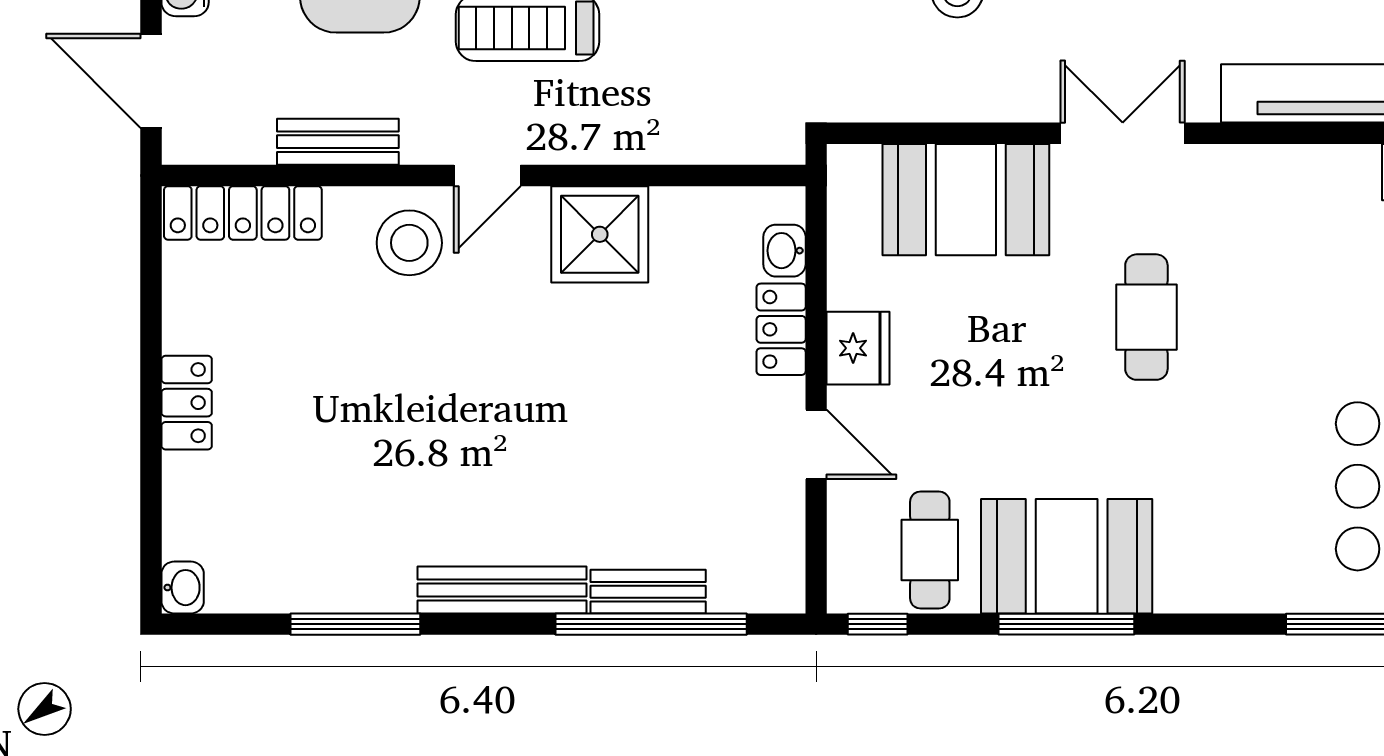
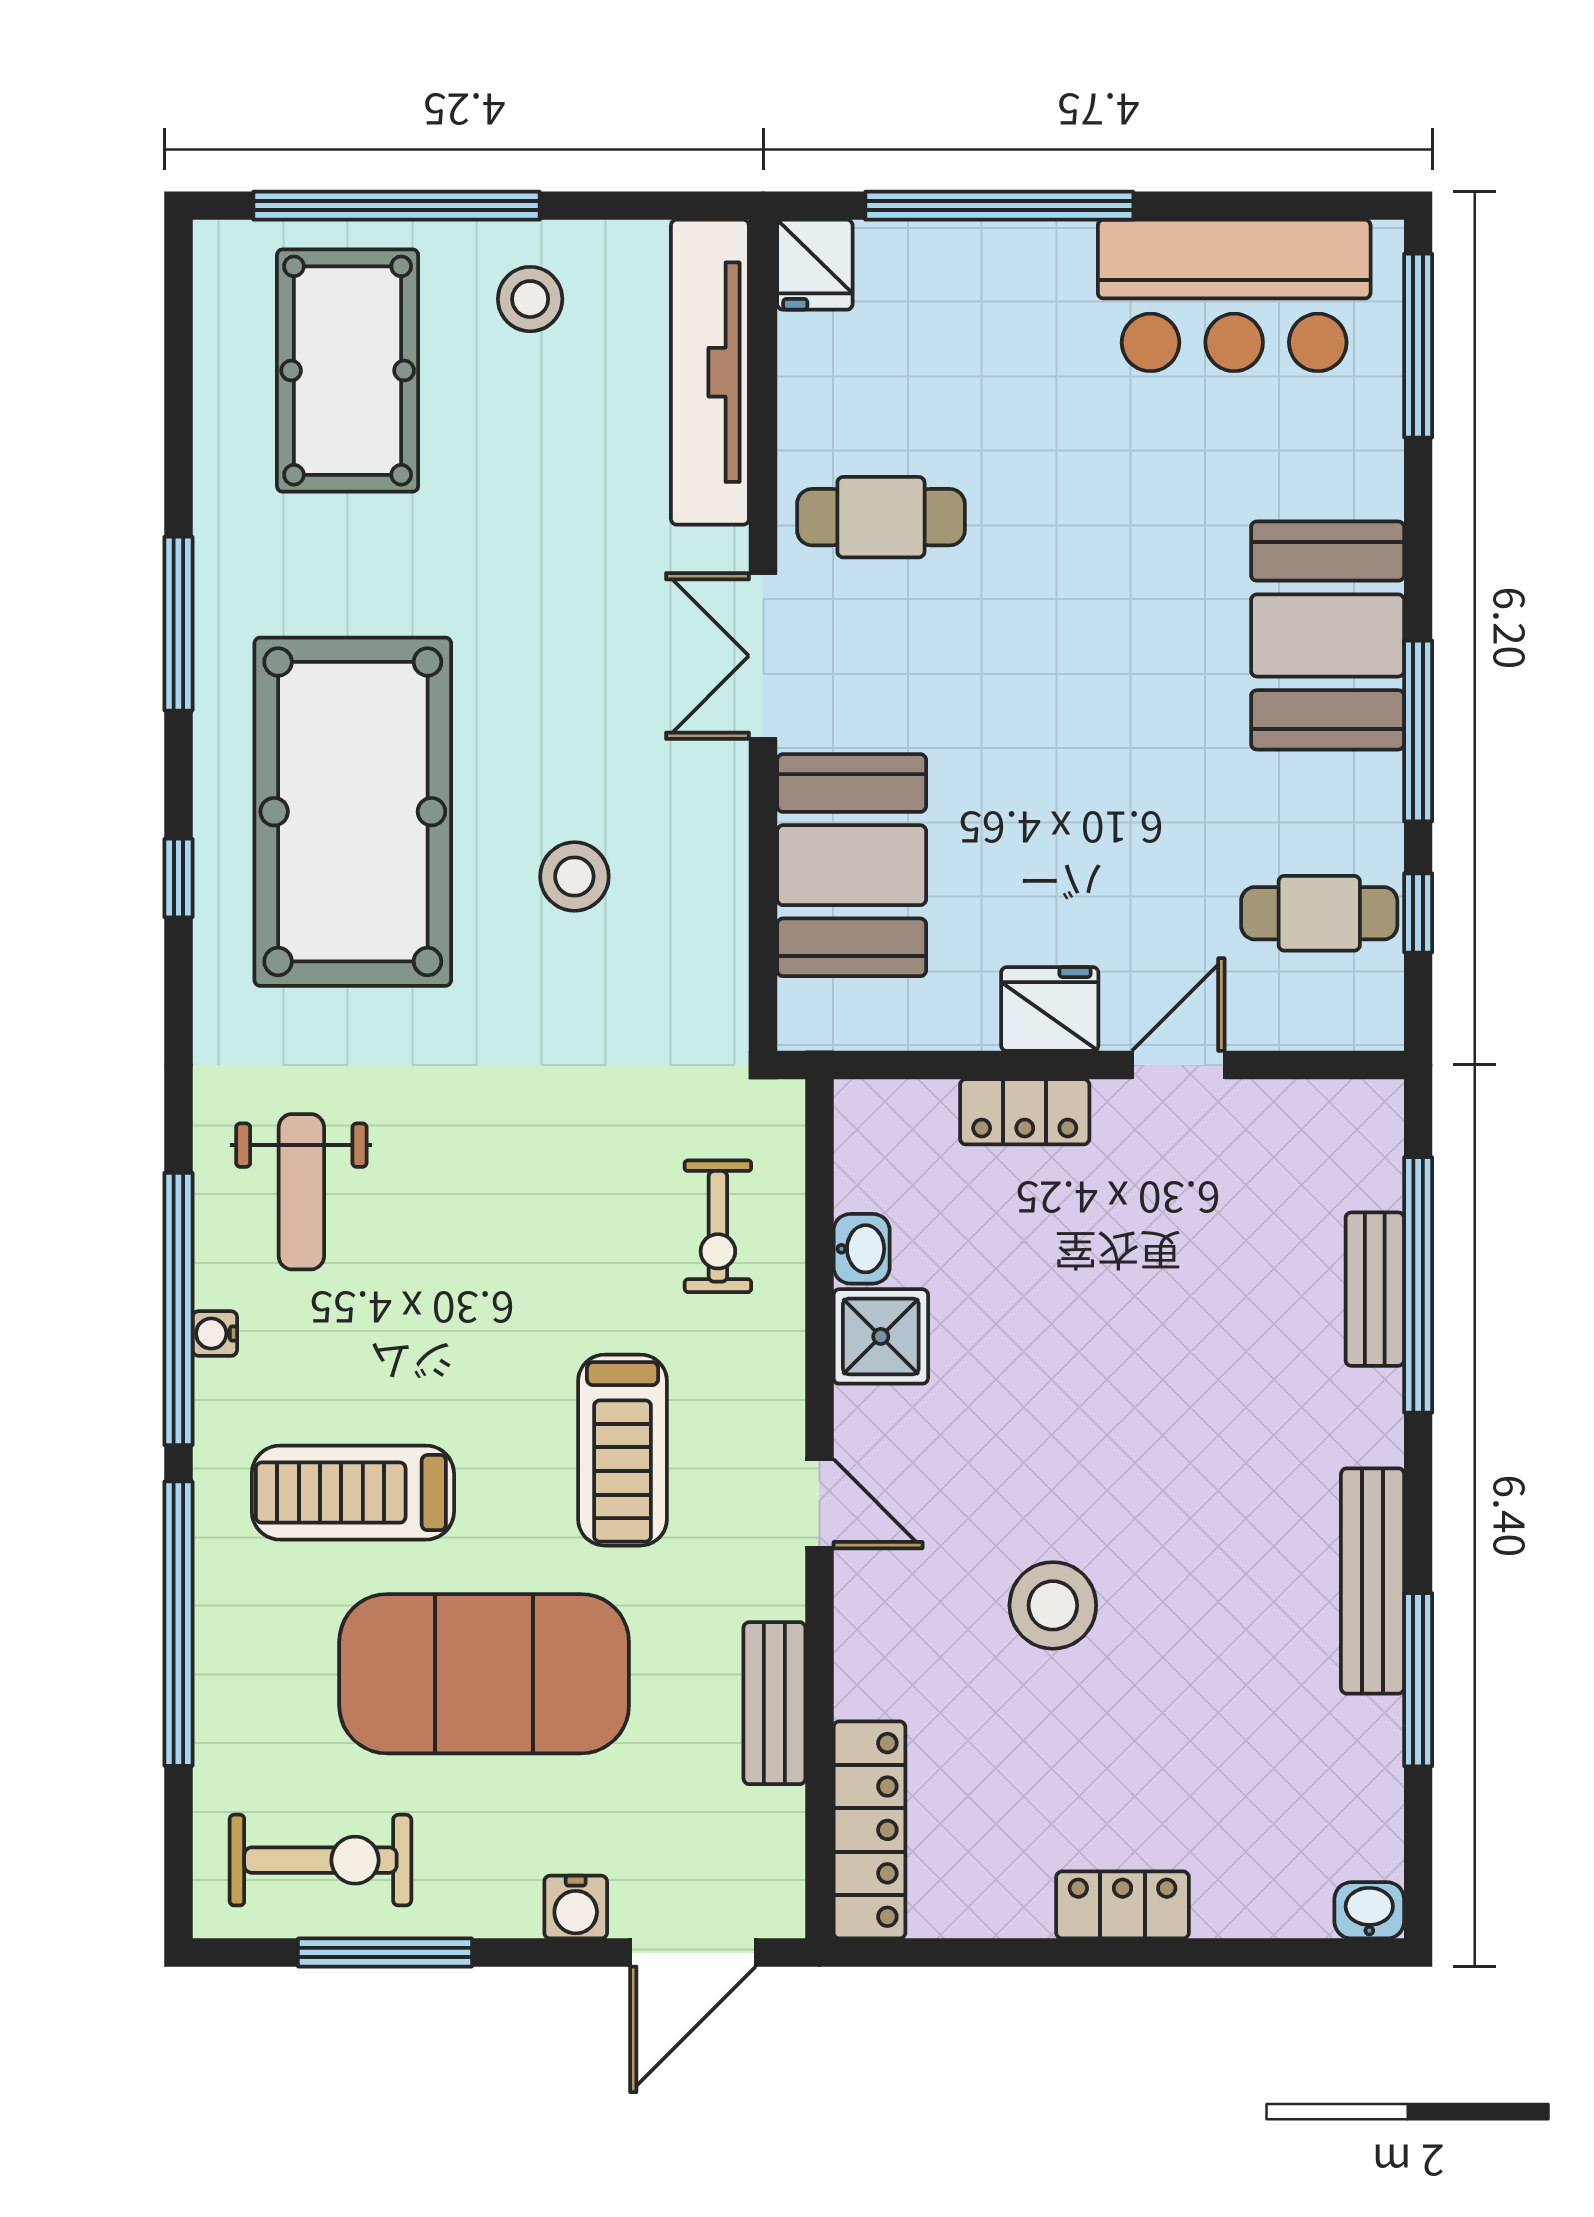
exercise bike: (695, 99) -> (718, 1226), added
shower: (600, 234) -> (881, 1336), width x0.73, depth x0.73
stool: (409, 243) -> (1053, 1605), moved
washbasin: (784, 251) -> (862, 1249), moved, turned -90
cafe table: (1146, 317) -> (881, 517), moved
booth: (1067, 556) -> (1328, 635), moved
bench: (502, 590) -> (1373, 1581), moved
window: (878, 624) -> (1418, 913), moved

